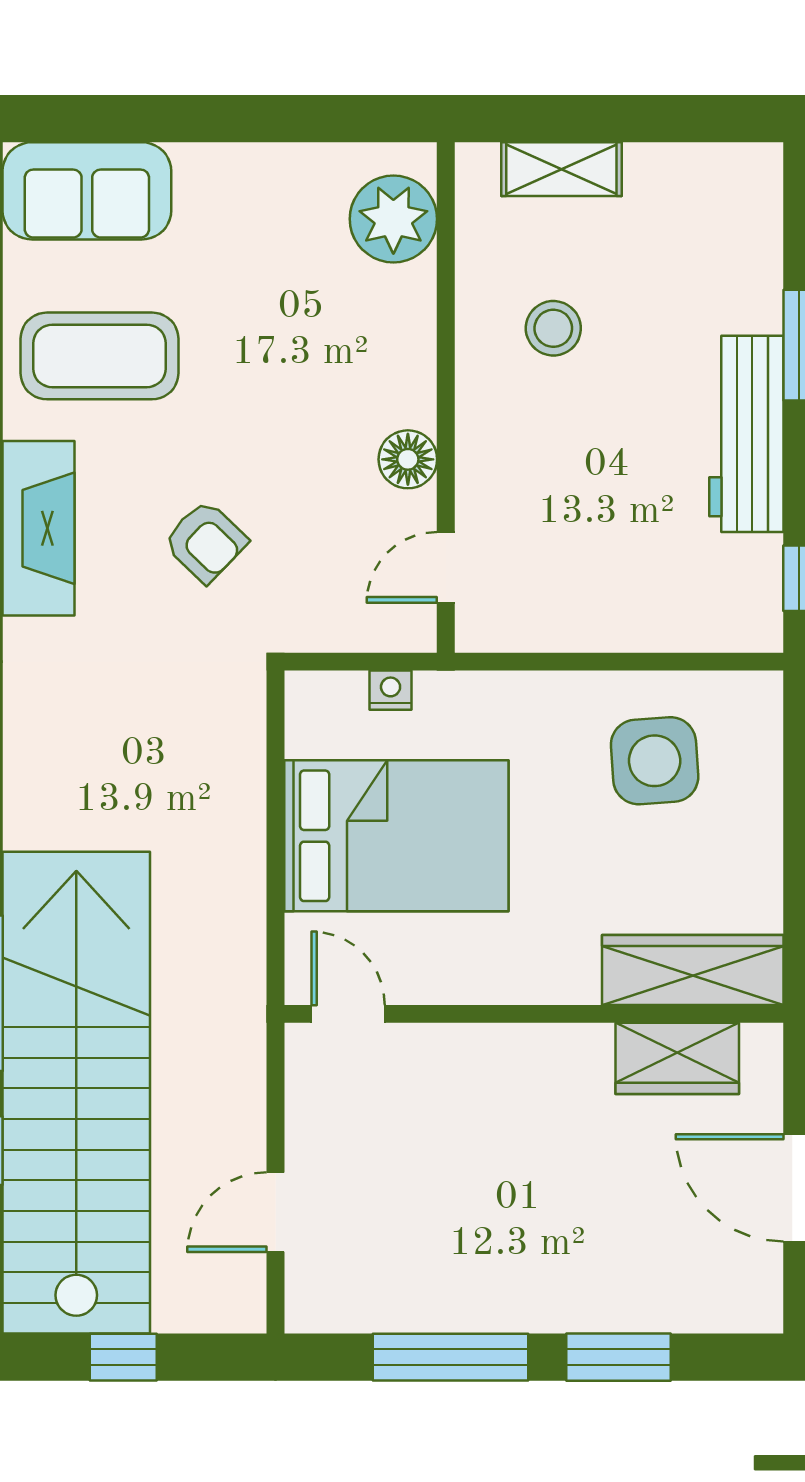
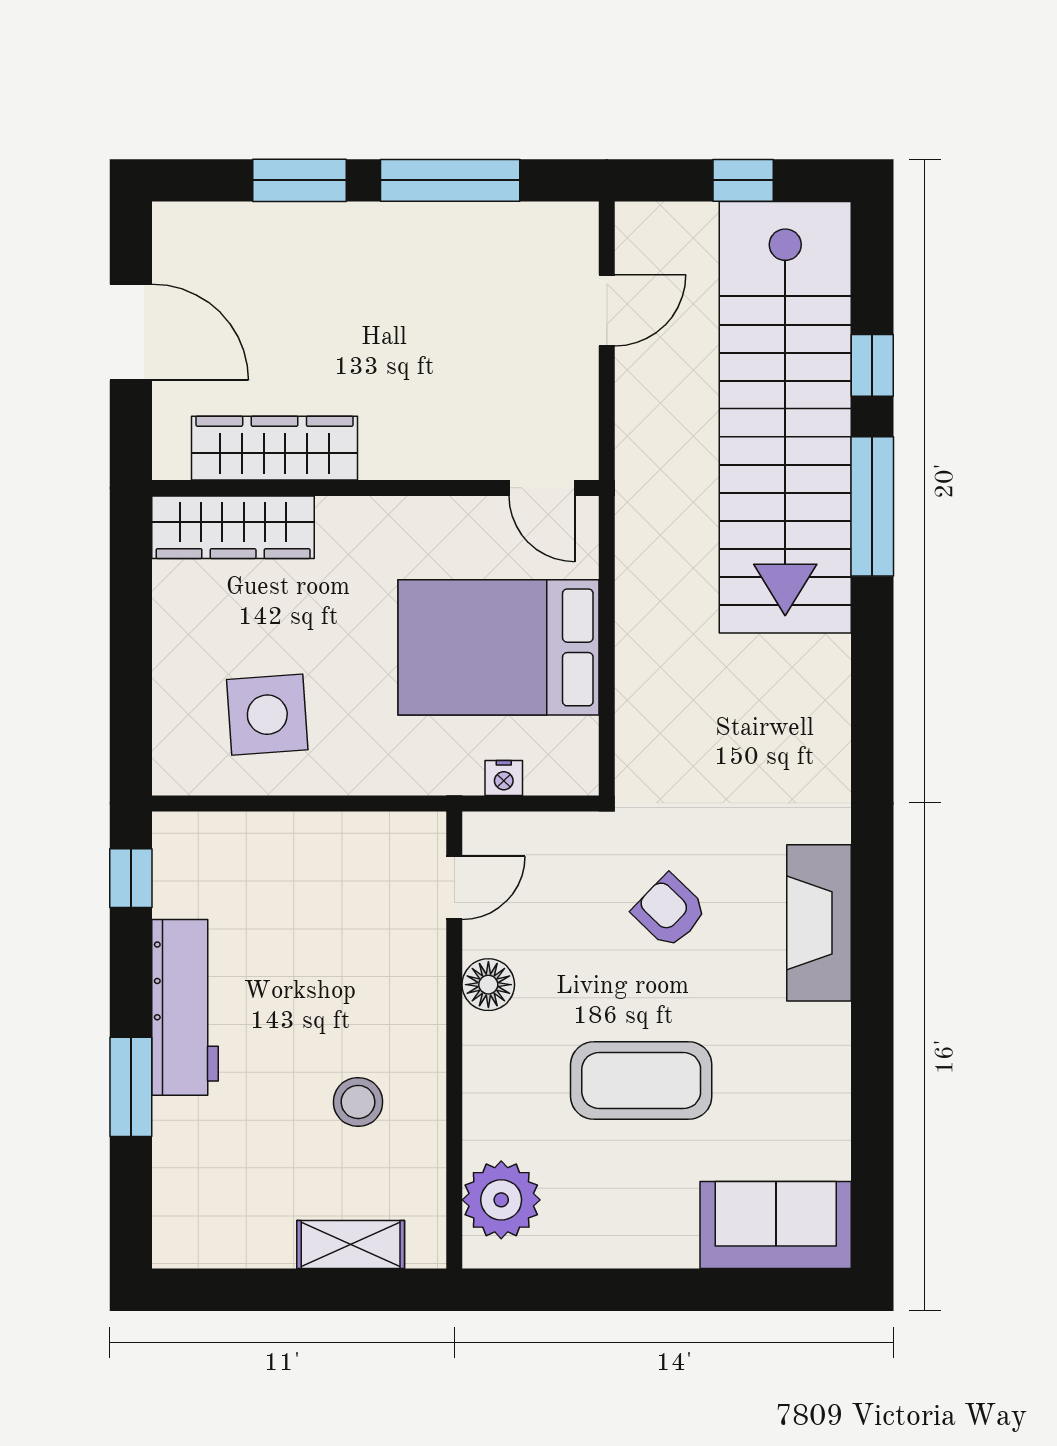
coffee table: (99, 356) -> (641, 1081), moved
wardrobe: (677, 1058) -> (275, 448), width x1.50

